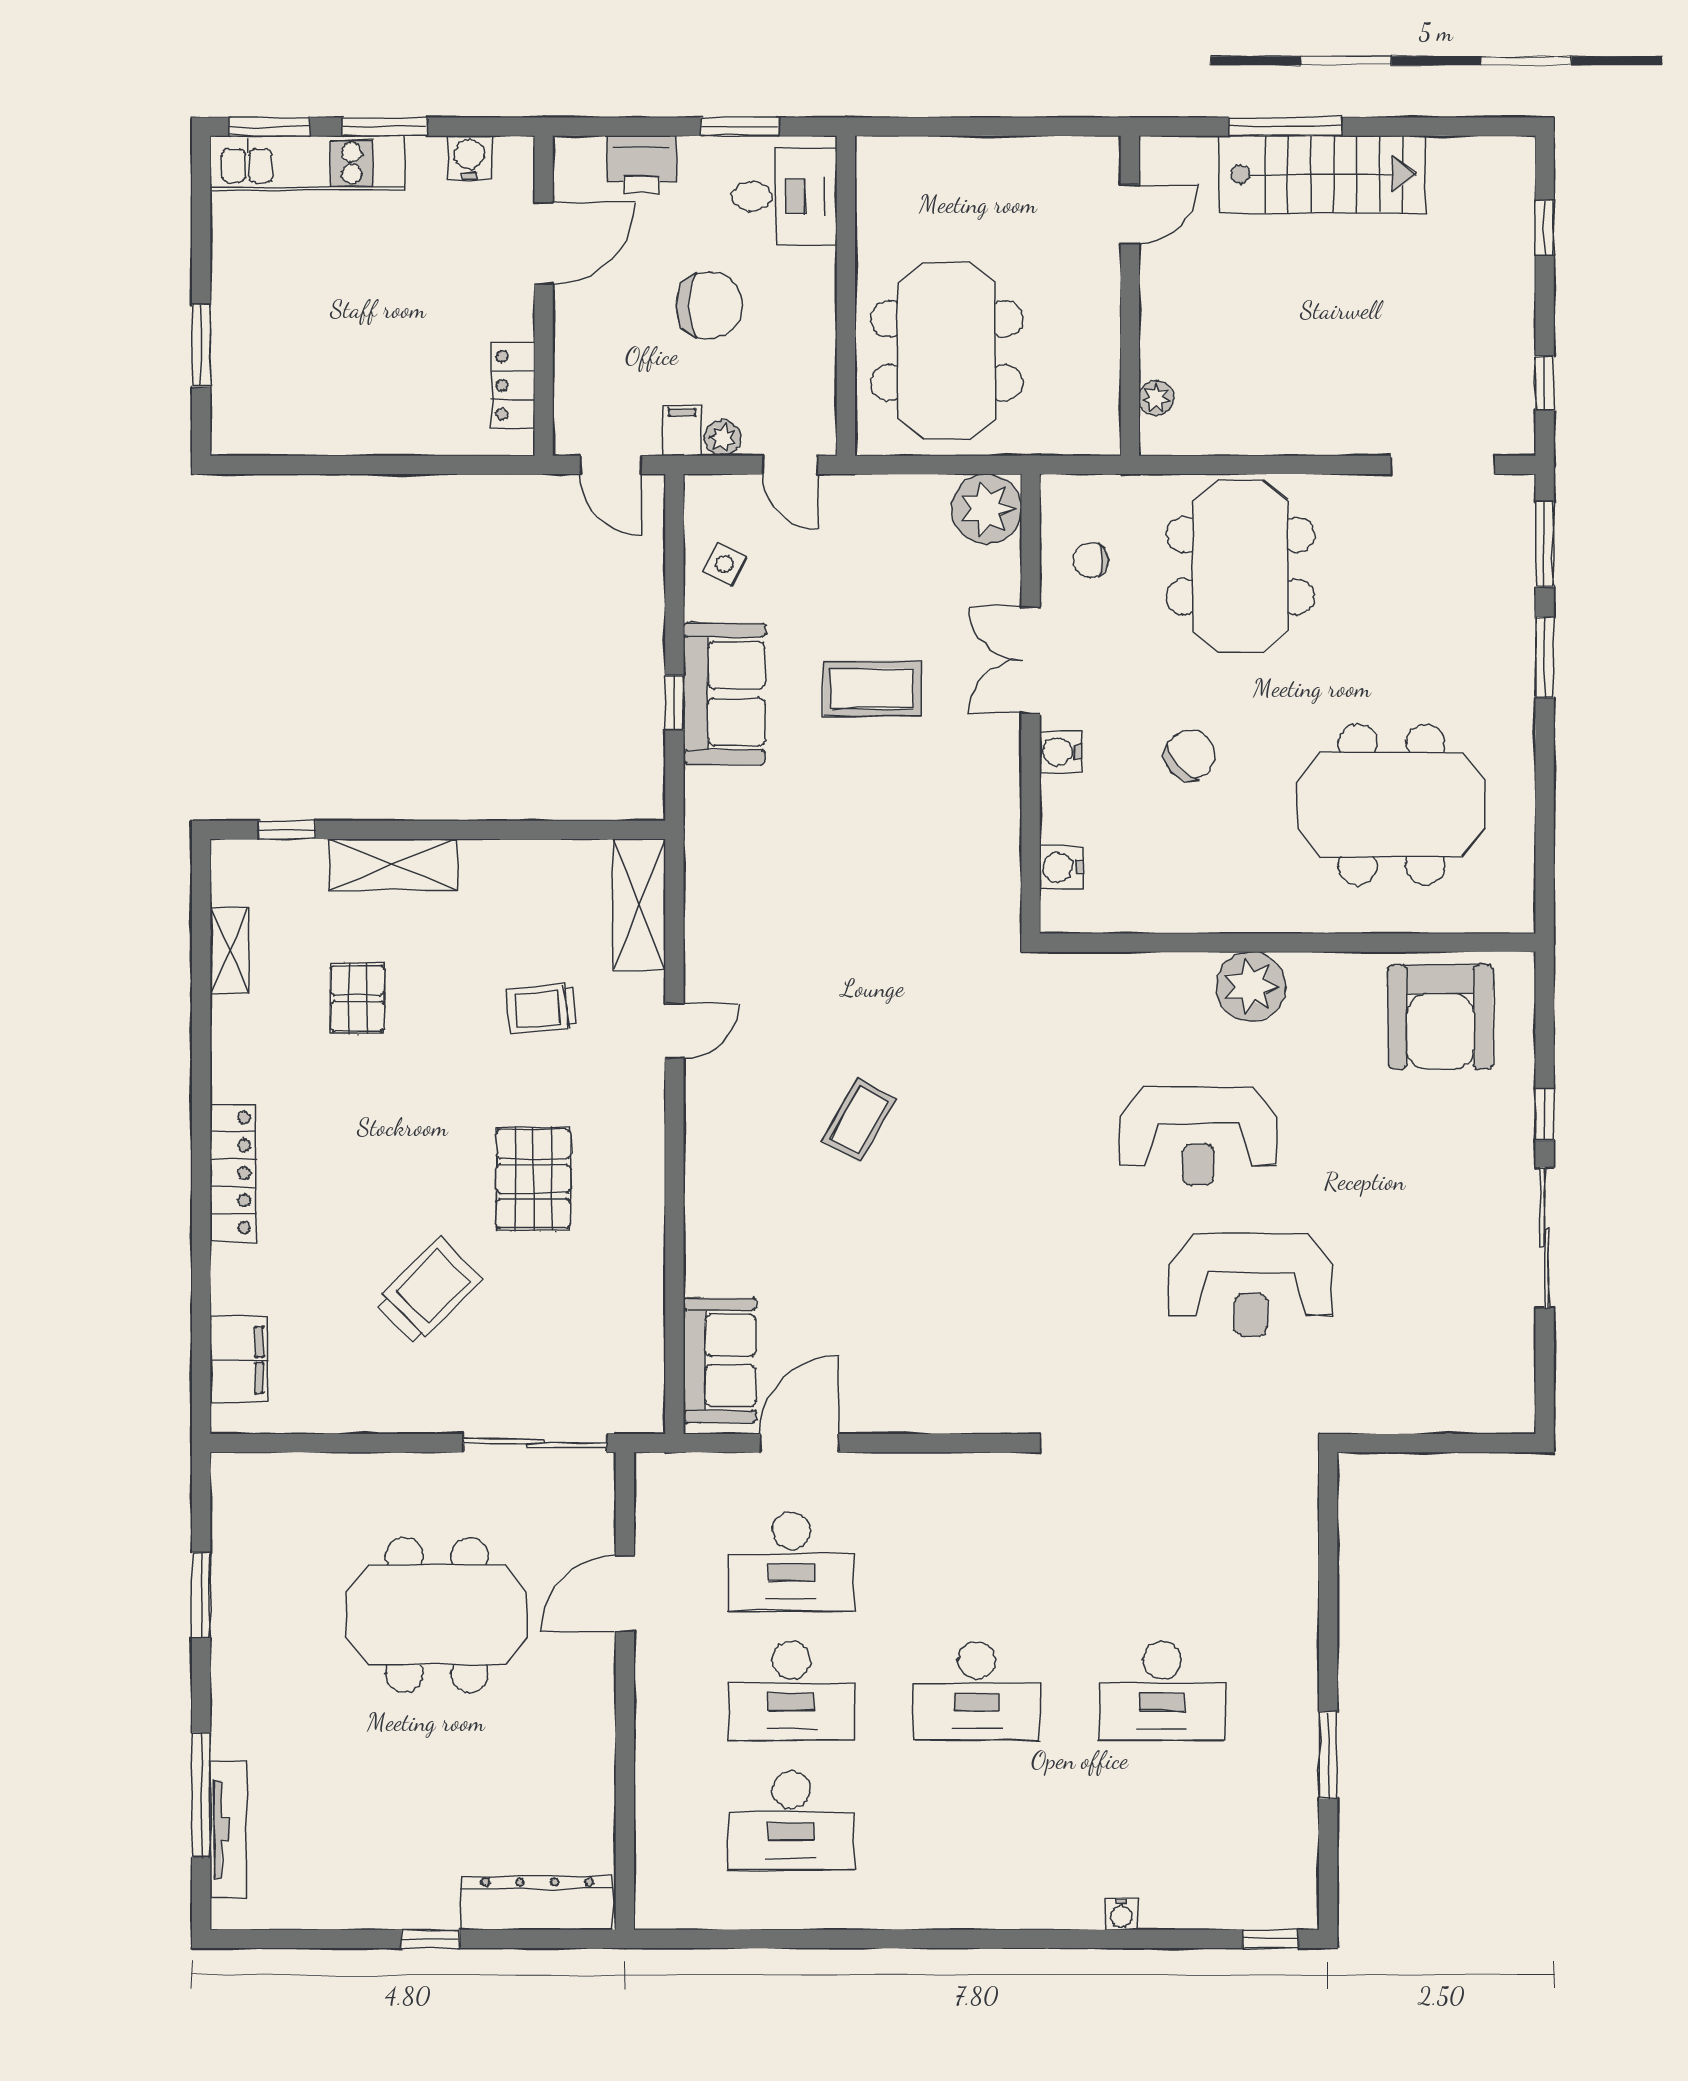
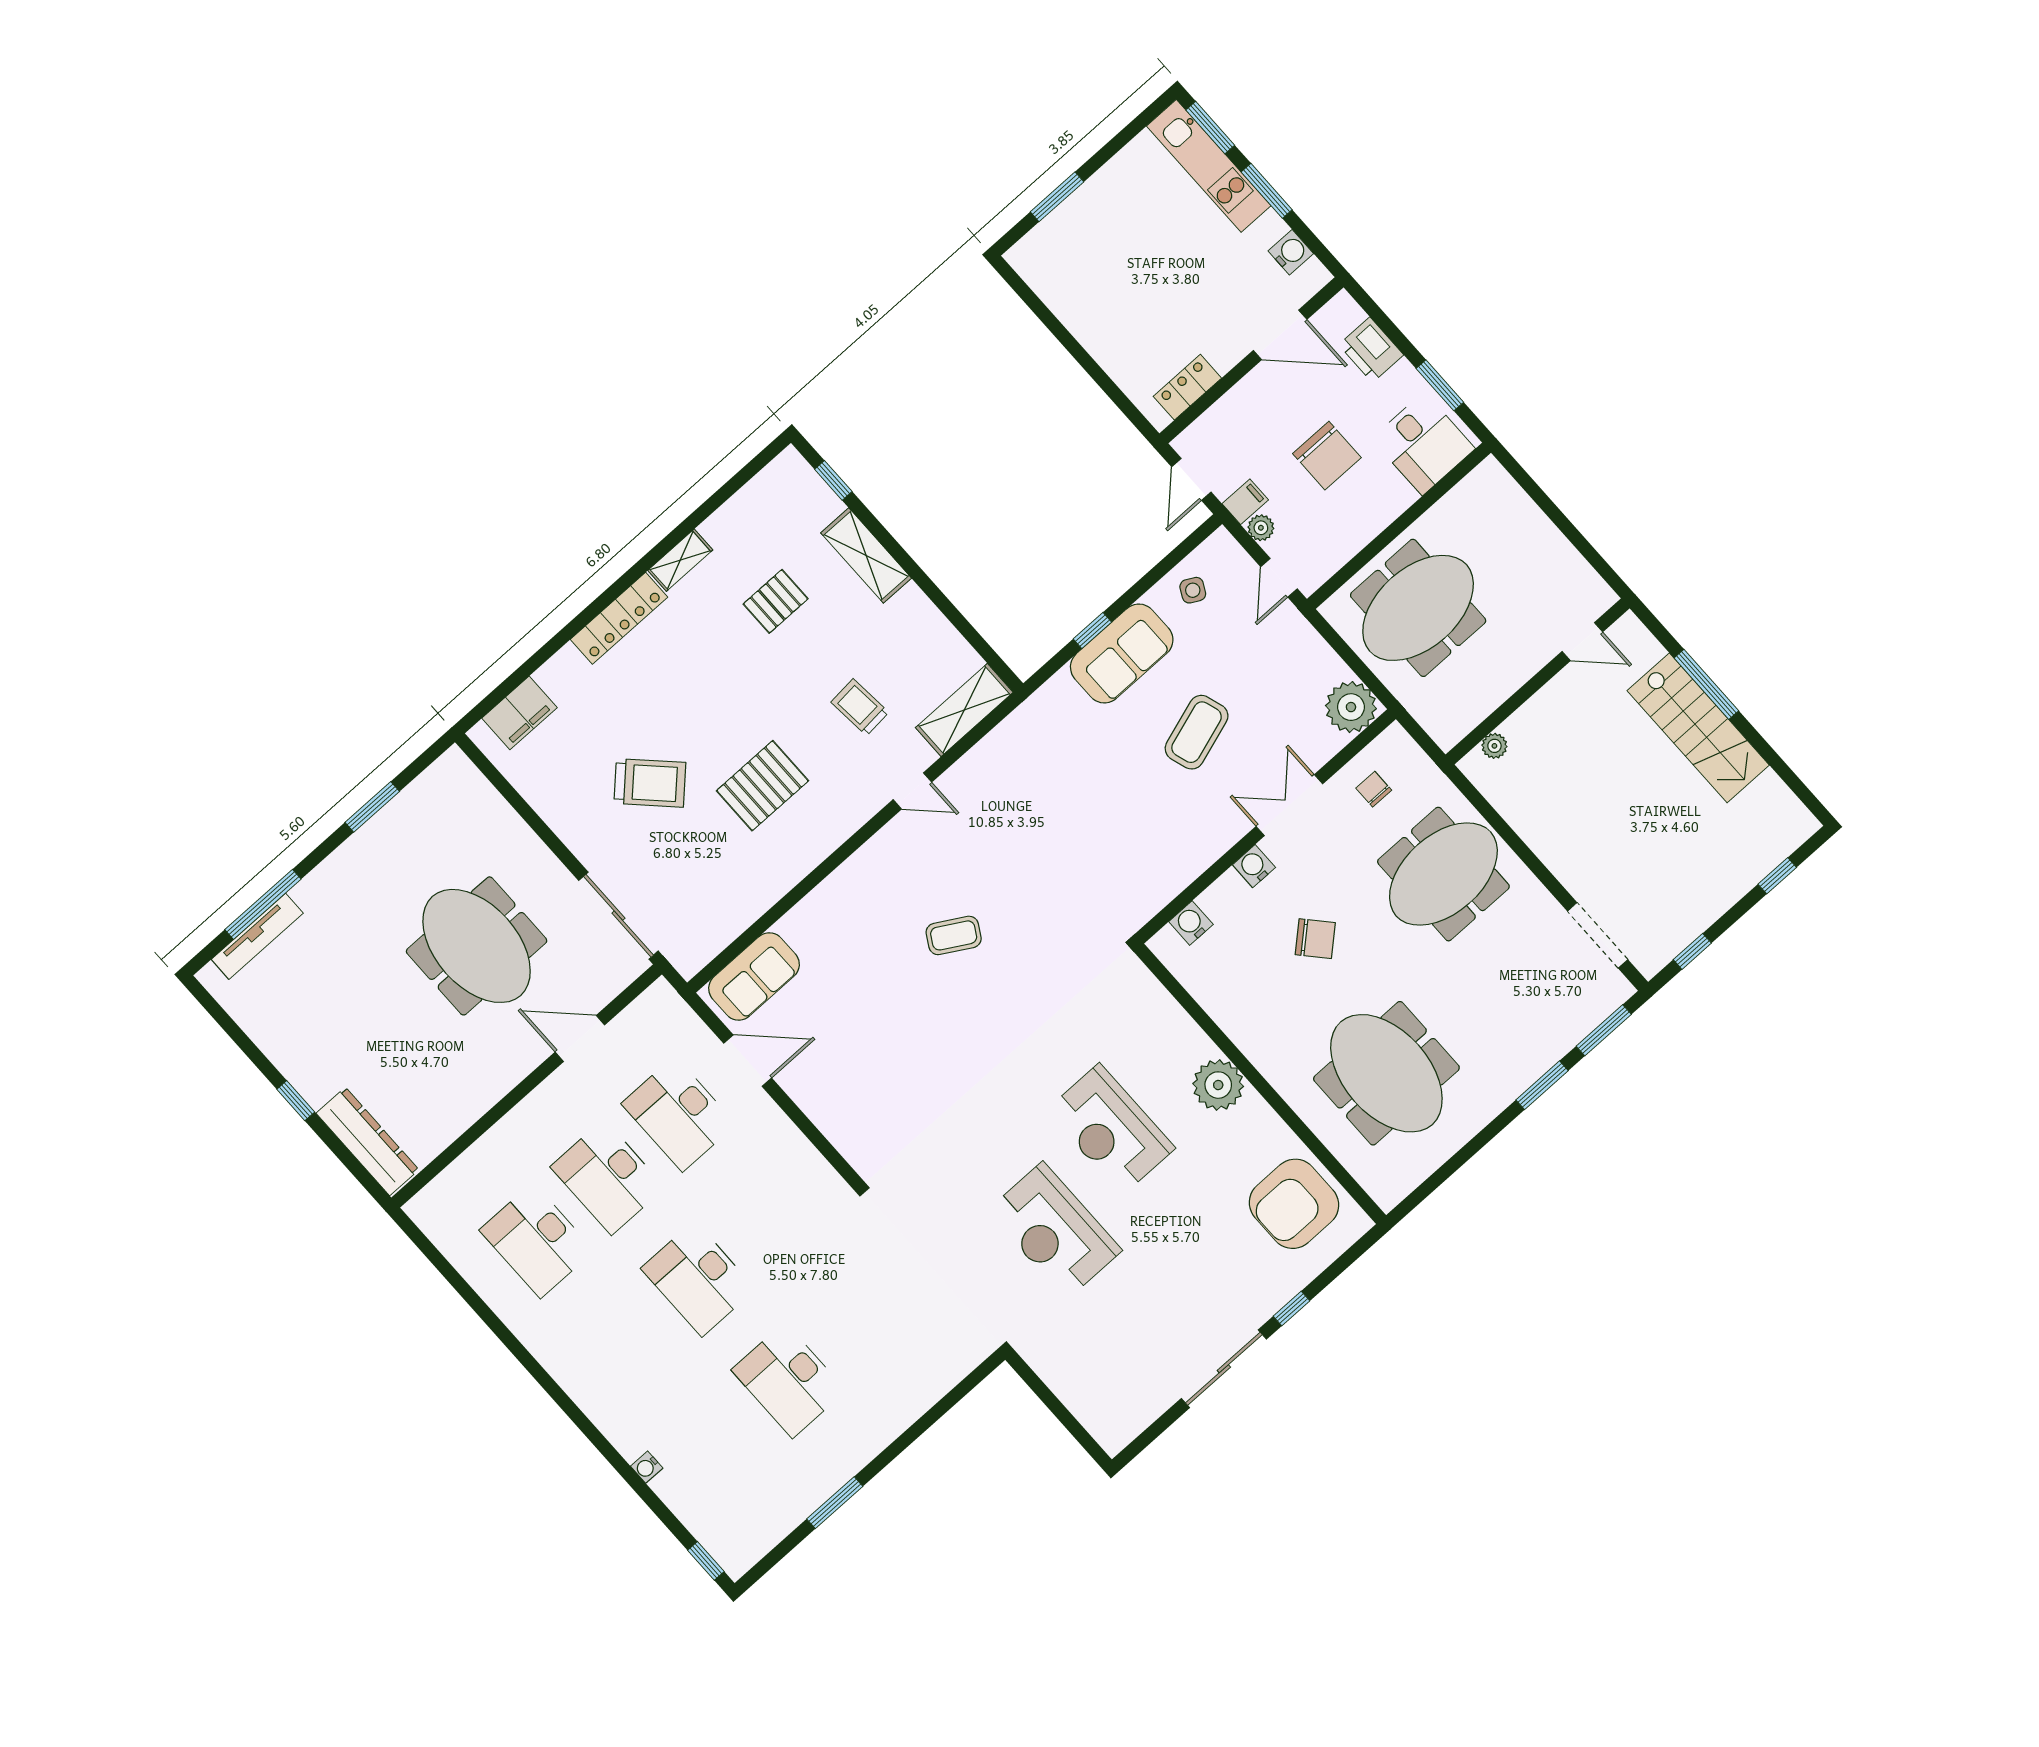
coffee table: (872, 689) -> (1197, 732), turned 72
shelving: (229, 951) -> (680, 560), moved

